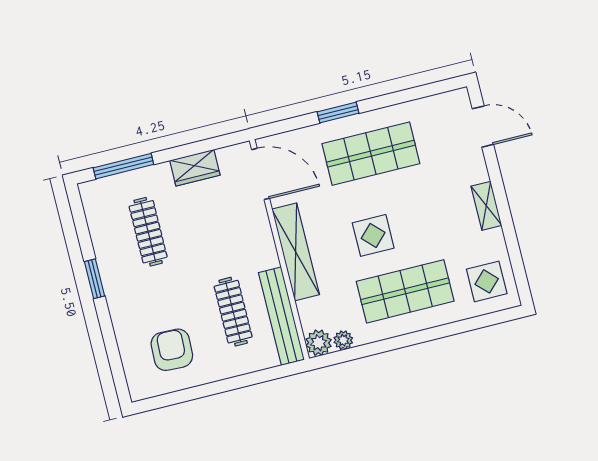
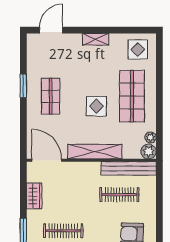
window: (338, 113) -> (23, 86), moved
shop shelf: (371, 154) -> (51, 96), width x0.70, depth x0.74
door: (261, 174) -> (47, 160), hinge flipped

